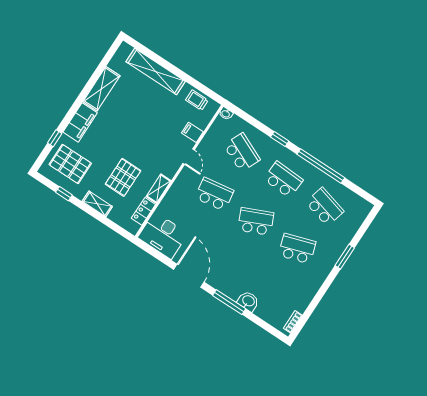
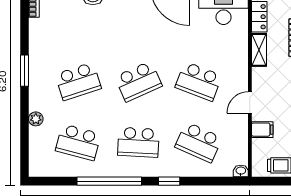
door: (189, 157) -> (250, 102), hinge flipped
school desk: (214, 194) -> (199, 81), turned 30
plant: (343, 242) -> (36, 119), added
window: (345, 257) -> (24, 71), moved

